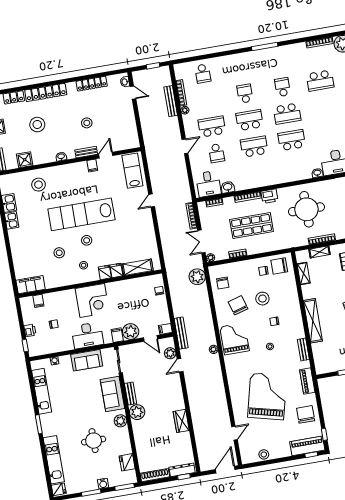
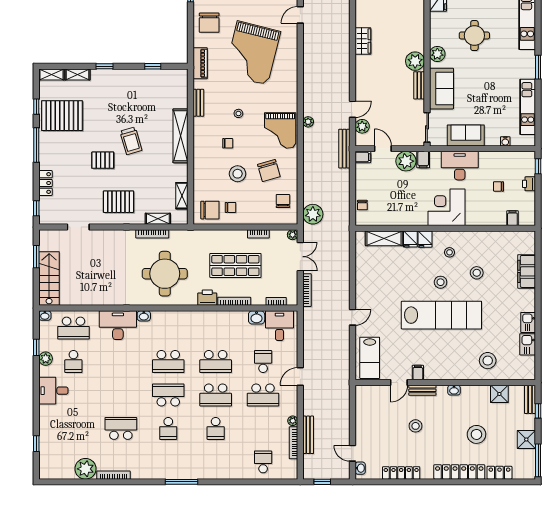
filing cabinet: (31, 285) -> (527, 271), moved, turned 90

